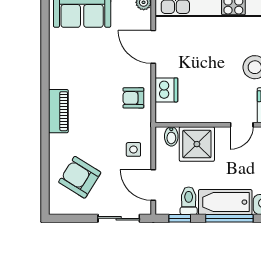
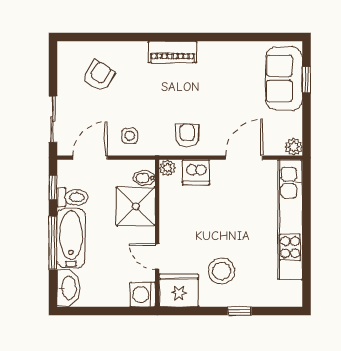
plant: (162, 116) -> (167, 168), added
armchair: (80, 177) -> (99, 76), width x0.72, depth x0.72

